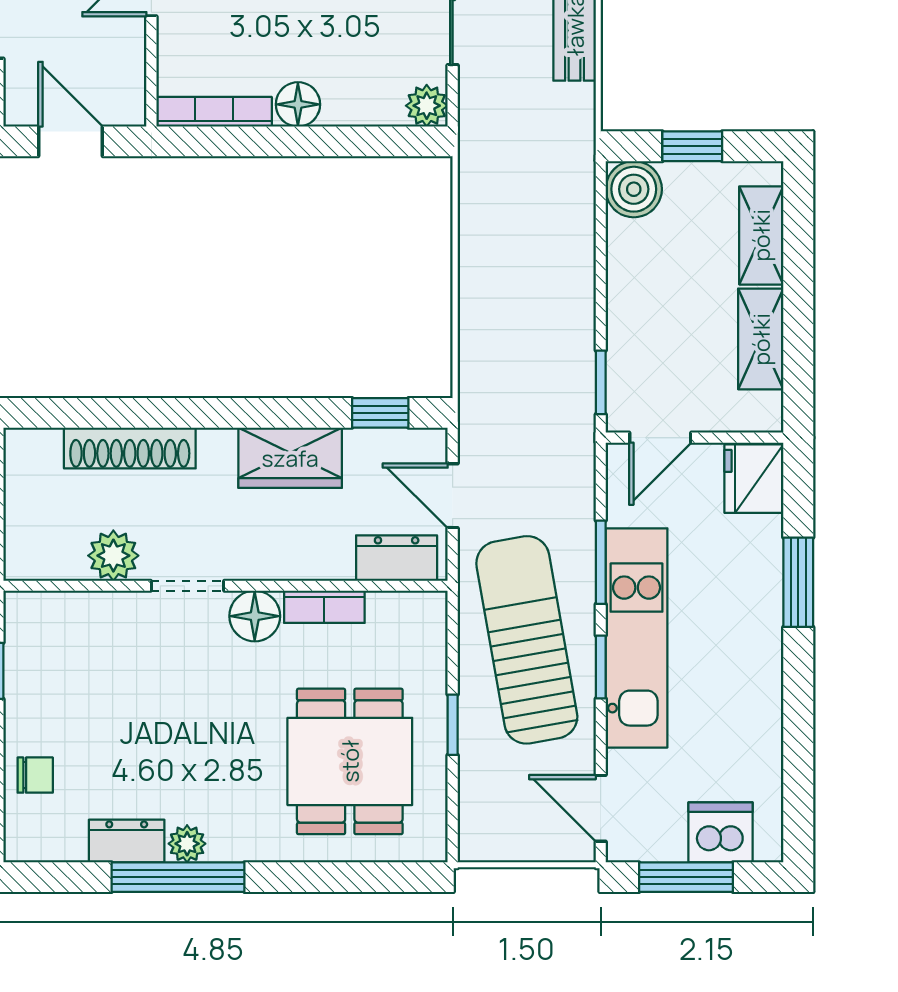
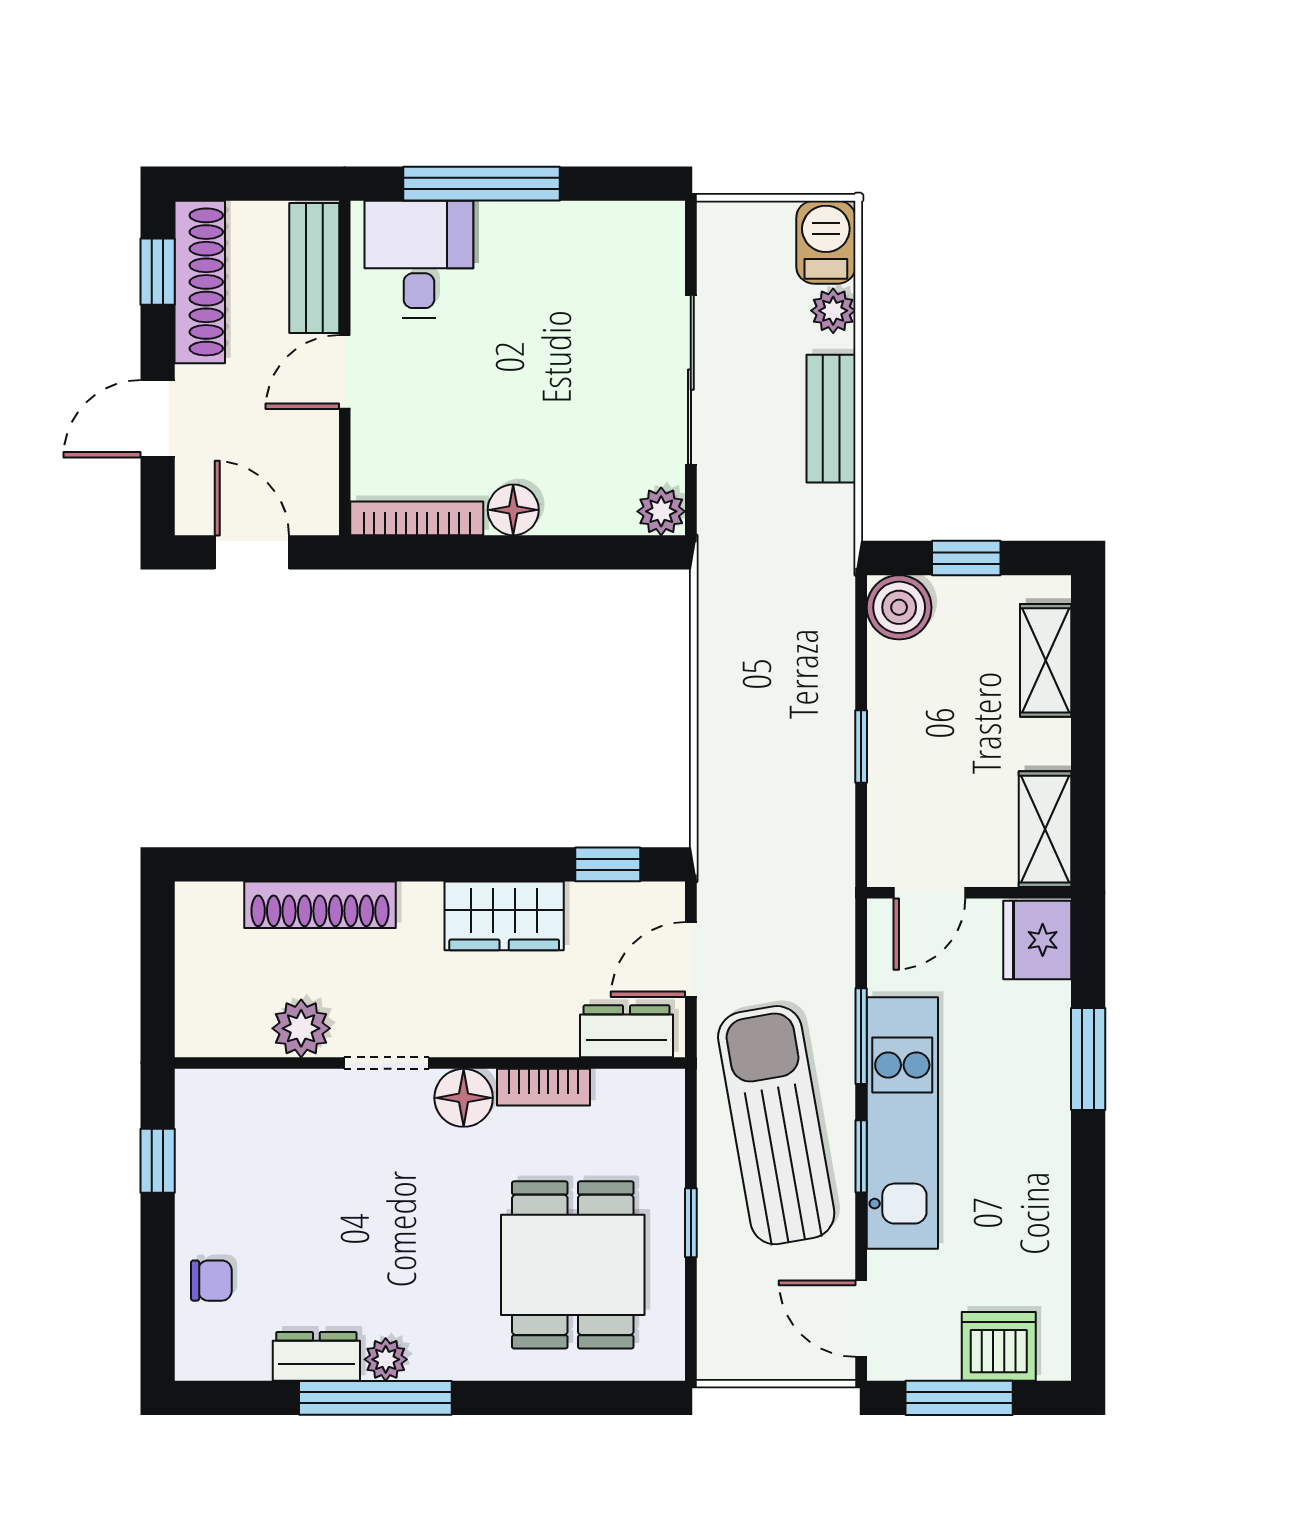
shelving: (761, 339) -> (1045, 829), moved
window: (601, 382) -> (861, 747), moved
door: (453, 496) -> (691, 960), hinge flipped

